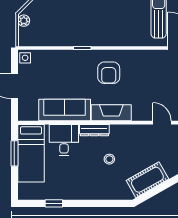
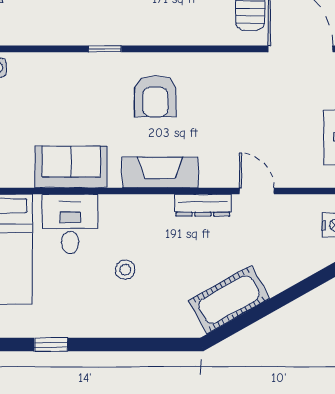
sofa: (65, 110) -> (71, 167), width x0.73
dresser: (94, 130) -> (203, 205), moved
stool: (109, 159) -> (125, 270), moved

